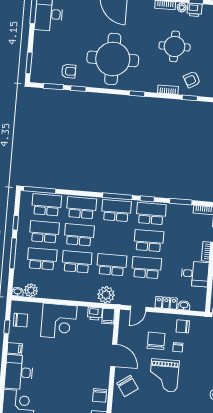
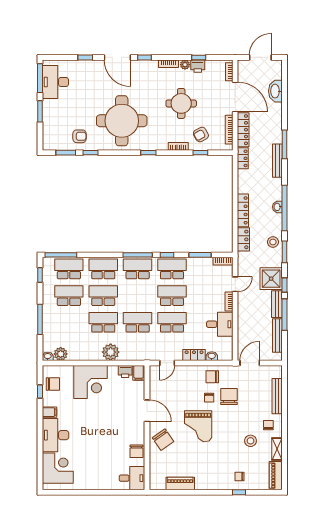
window: (29, 63) -> (40, 111), moved
window: (16, 223) -> (40, 275), moved
school desk: (42, 259) -> (69, 322), removed
plant: (106, 295) -> (111, 352), moved
chair: (156, 341) -> (229, 397), moved

